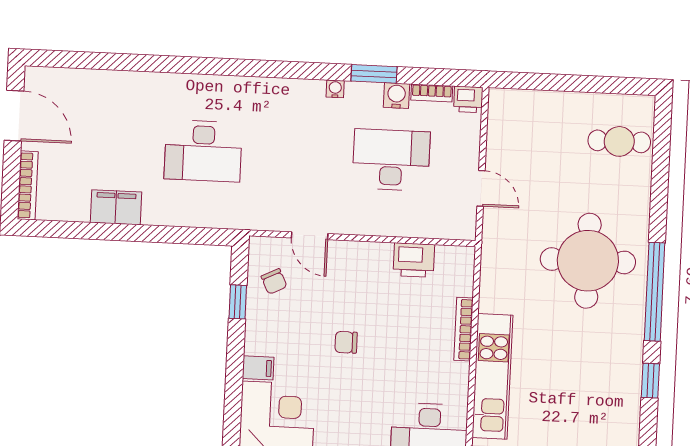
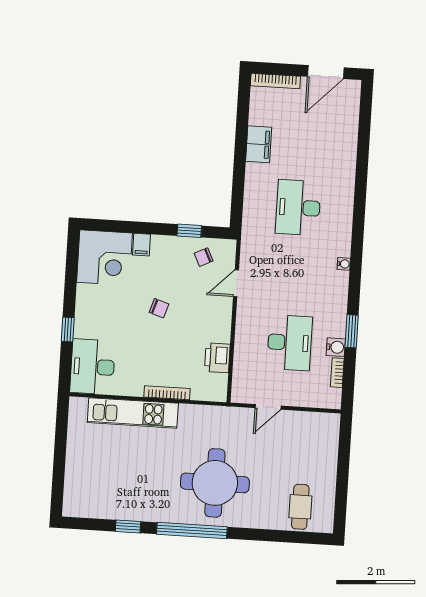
water cooler: (335, 89) -> (344, 264), moved
printer: (468, 99) -> (332, 399), removed
chair: (346, 342) -> (159, 308), turned 108

